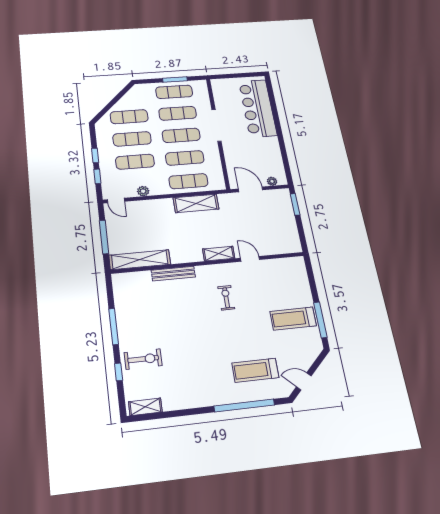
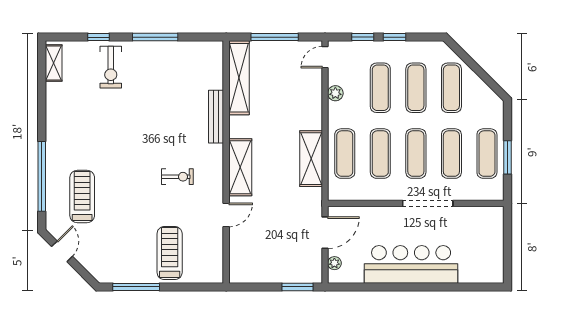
bar counter: (258, 108) -> (411, 264), moved
shelving: (219, 254) -> (240, 167), width x1.50, depth x1.33
treadmill: (293, 319) -> (170, 253), moved

